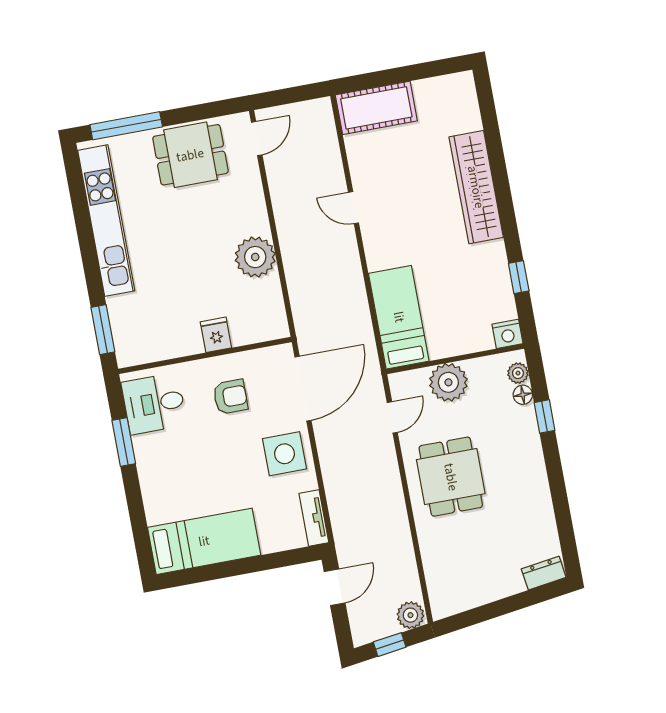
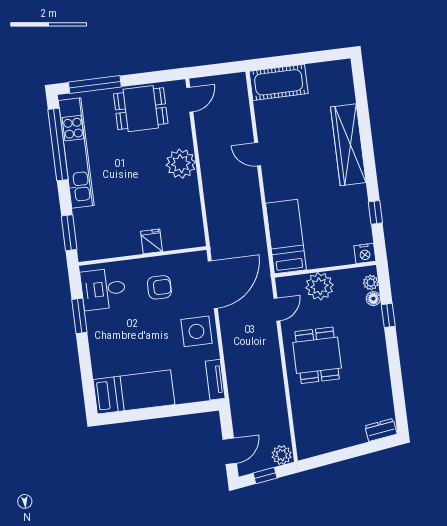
window: (81, 210) -> (58, 144), added
plant: (255, 257) -> (181, 164), moved
door: (335, 587) -> (230, 451), moved

